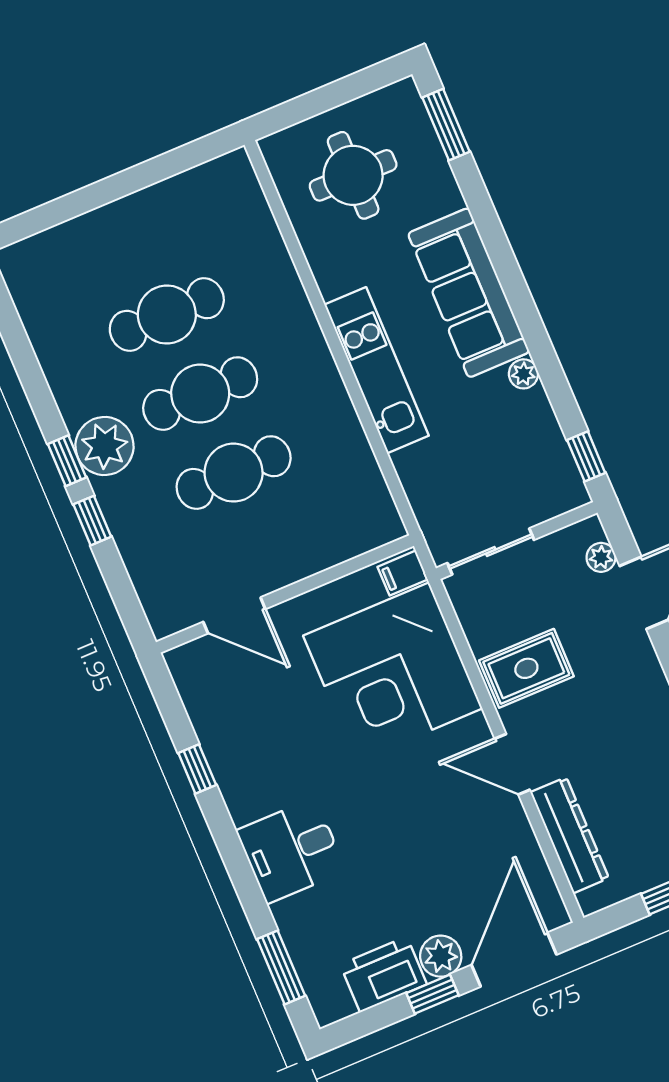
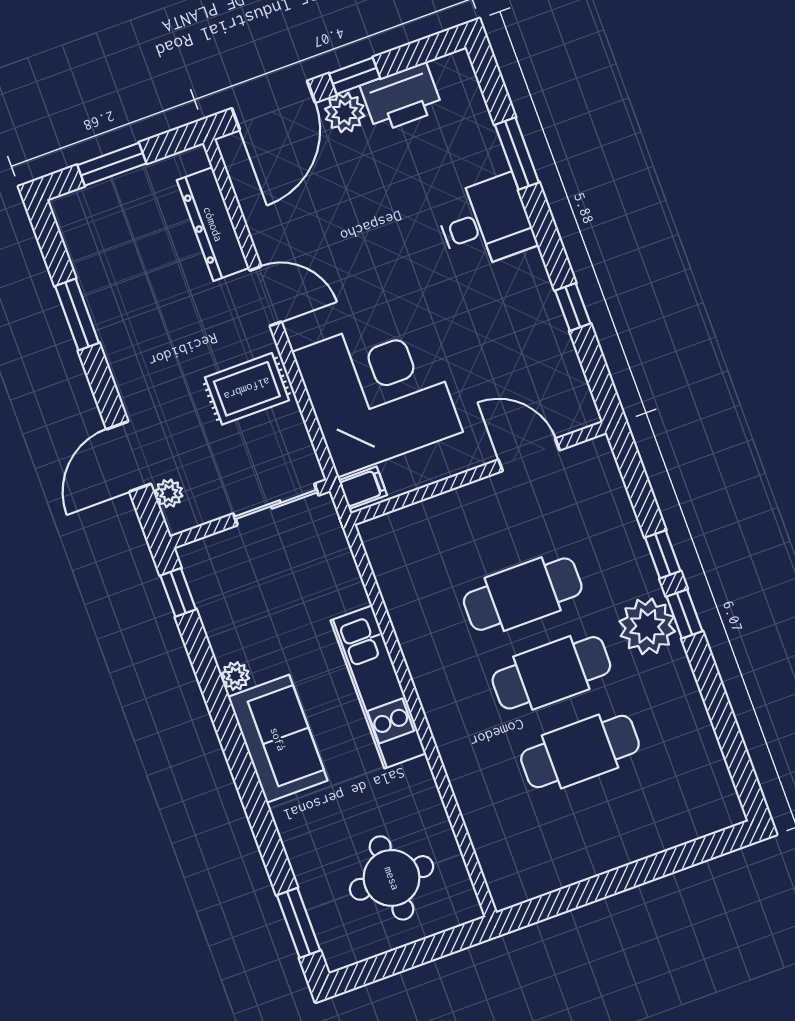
sofa: (469, 293) -> (278, 739), width x0.73
window: (281, 967) -> (517, 154), moved

